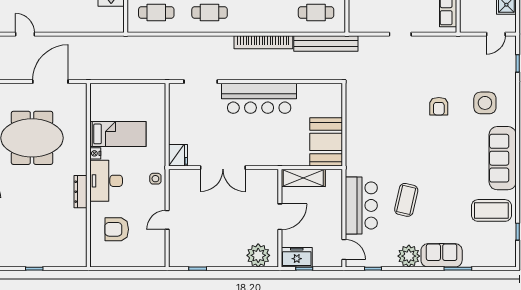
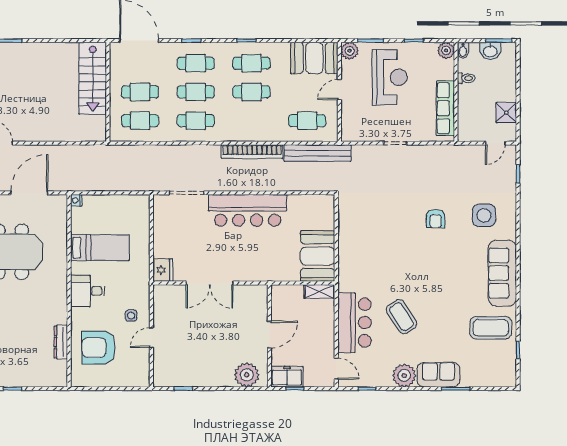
nightstand: (95, 153) -> (76, 200), moved
shelving: (303, 178) -> (319, 291), moved, width x0.67, depth x0.75
side table: (155, 179) -> (131, 316), moved
desk: (106, 181) -> (88, 291), width x0.73
dresser: (81, 192) -> (61, 342), moved
coffee table: (406, 200) -> (402, 317), turned -46
armchair: (117, 229) -> (99, 347), width x1.36, depth x1.36

